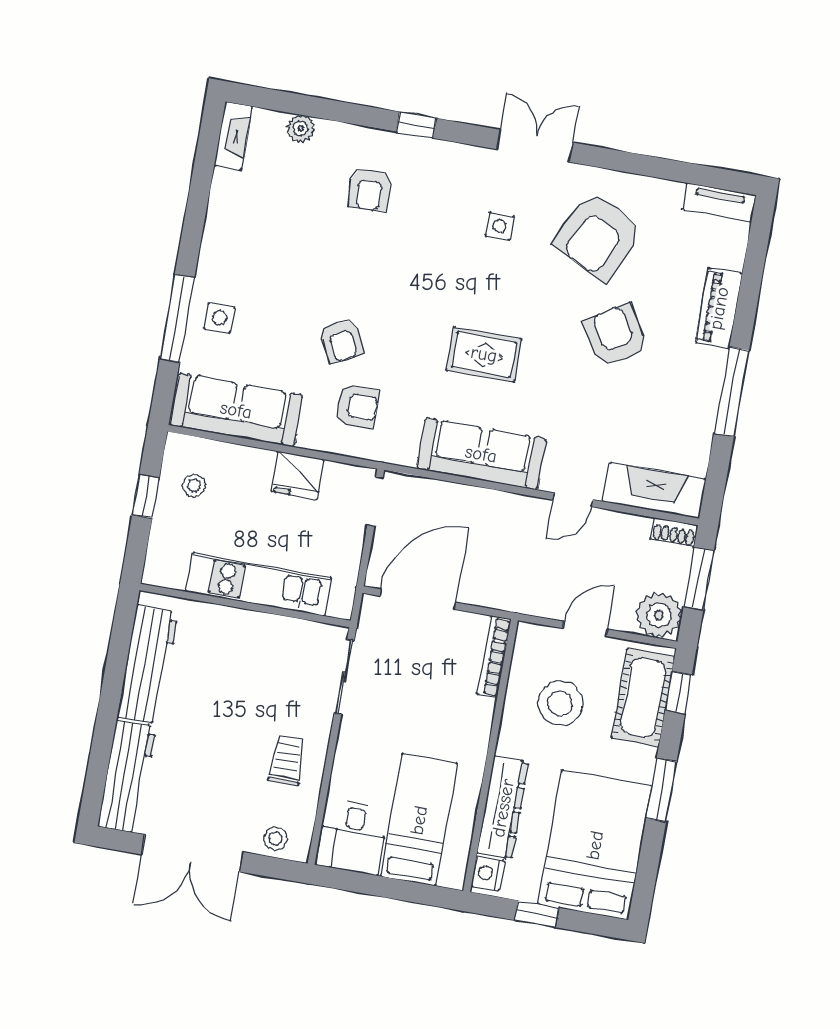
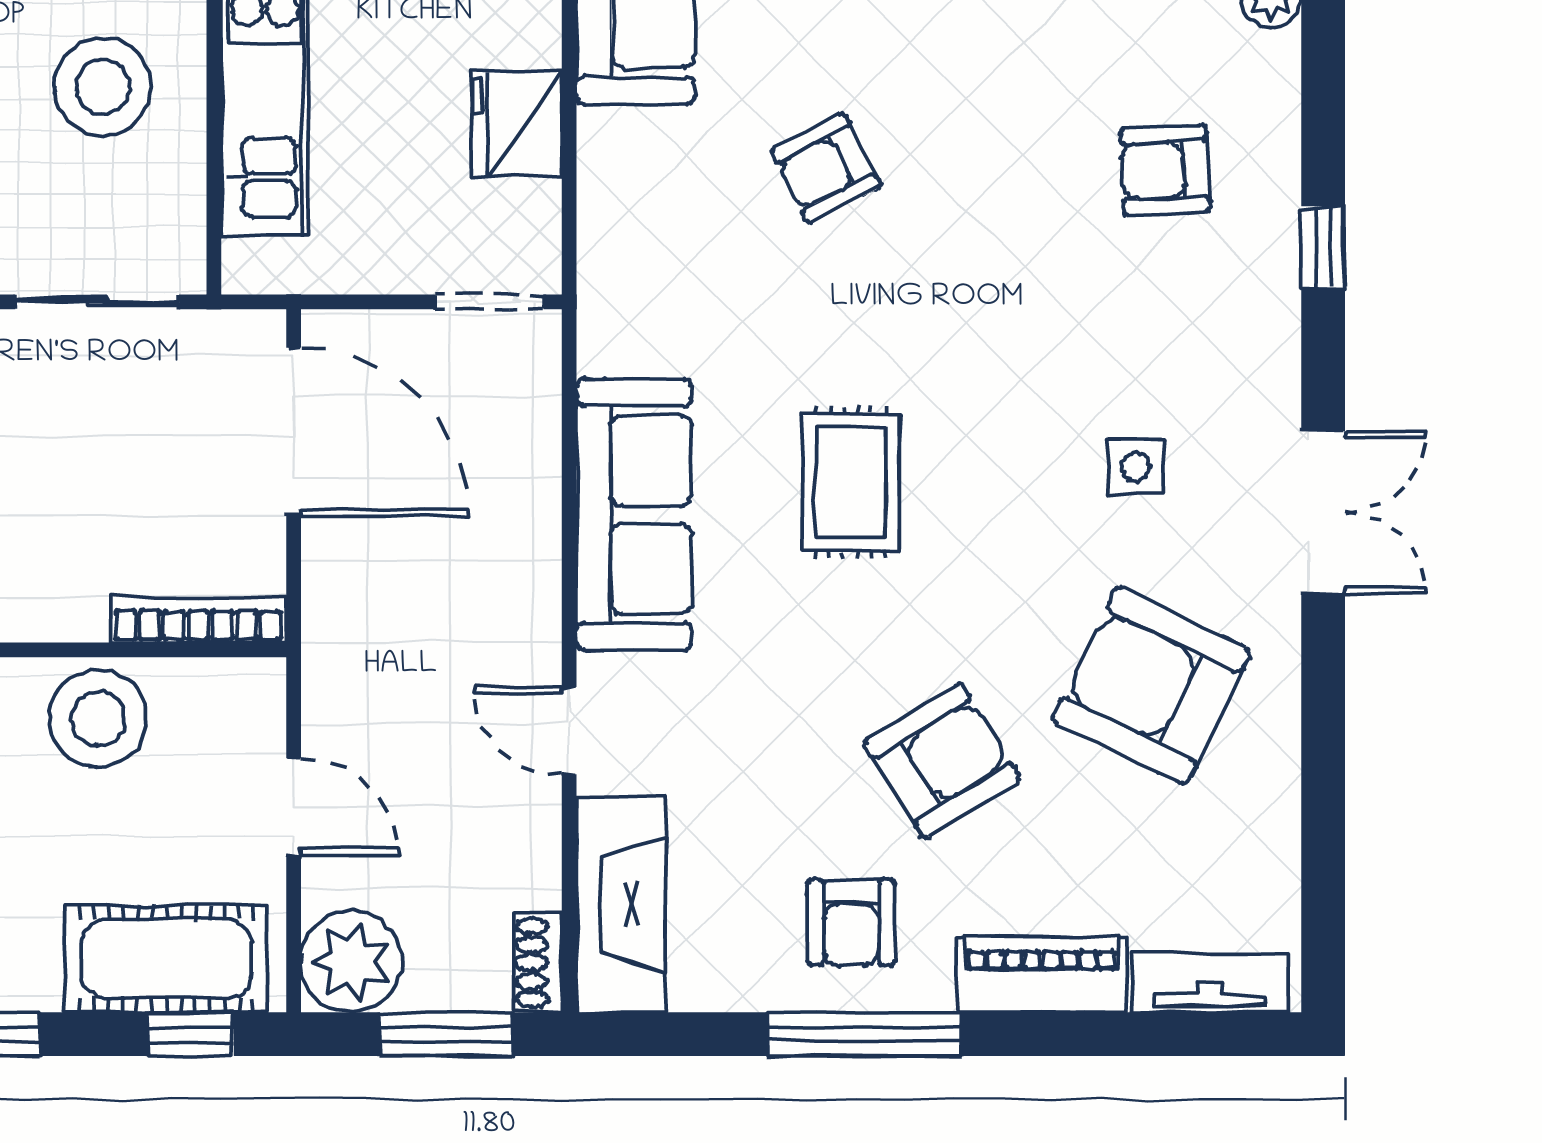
tv unit: (719, 202) -> (1210, 983), moved, turned 90
armchair: (357, 406) -> (852, 922), moved
stool: (249, 657) -> (103, 87), added
stool: (560, 703) -> (98, 719), moved

